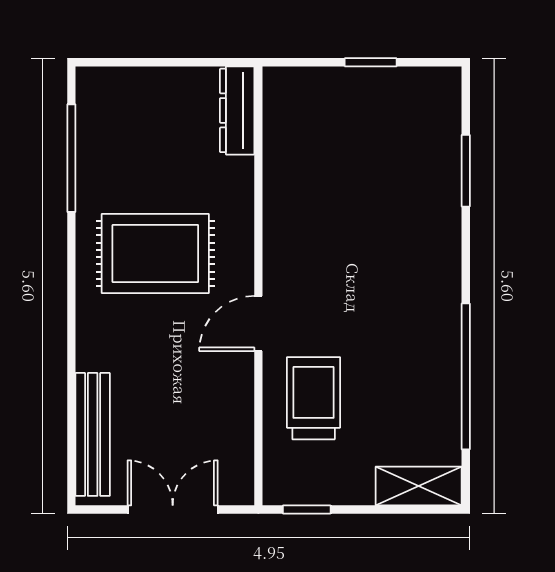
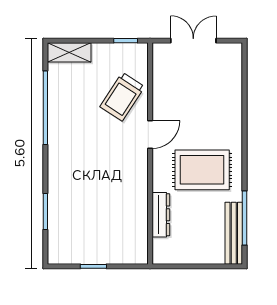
dresser: (237, 110) -> (161, 215), moved
trolley: (314, 398) -> (122, 97), turned 33
bench: (93, 434) -> (234, 233), moved
double door: (173, 509) -> (193, 41), swing flipped

